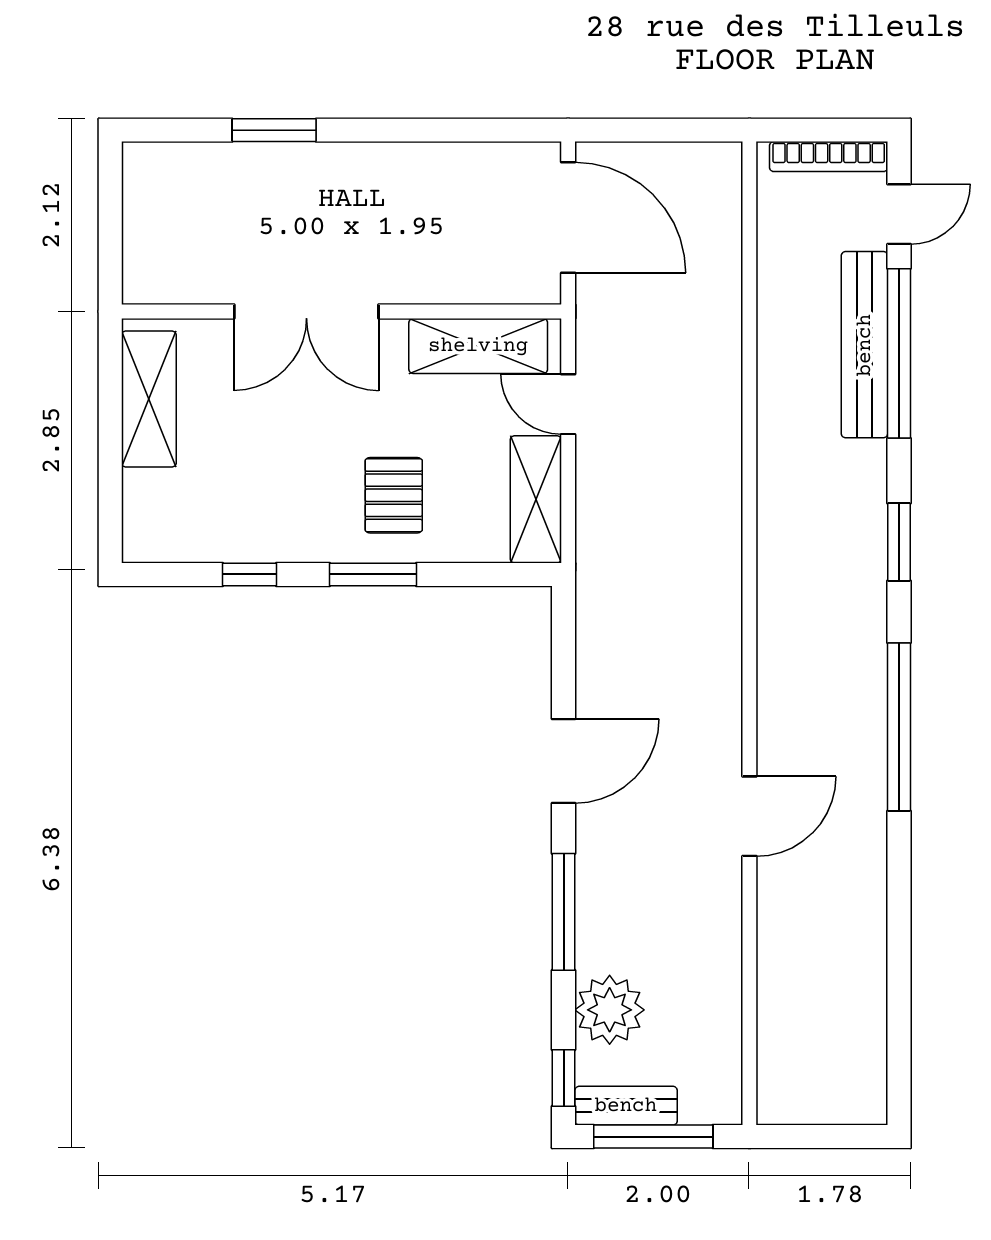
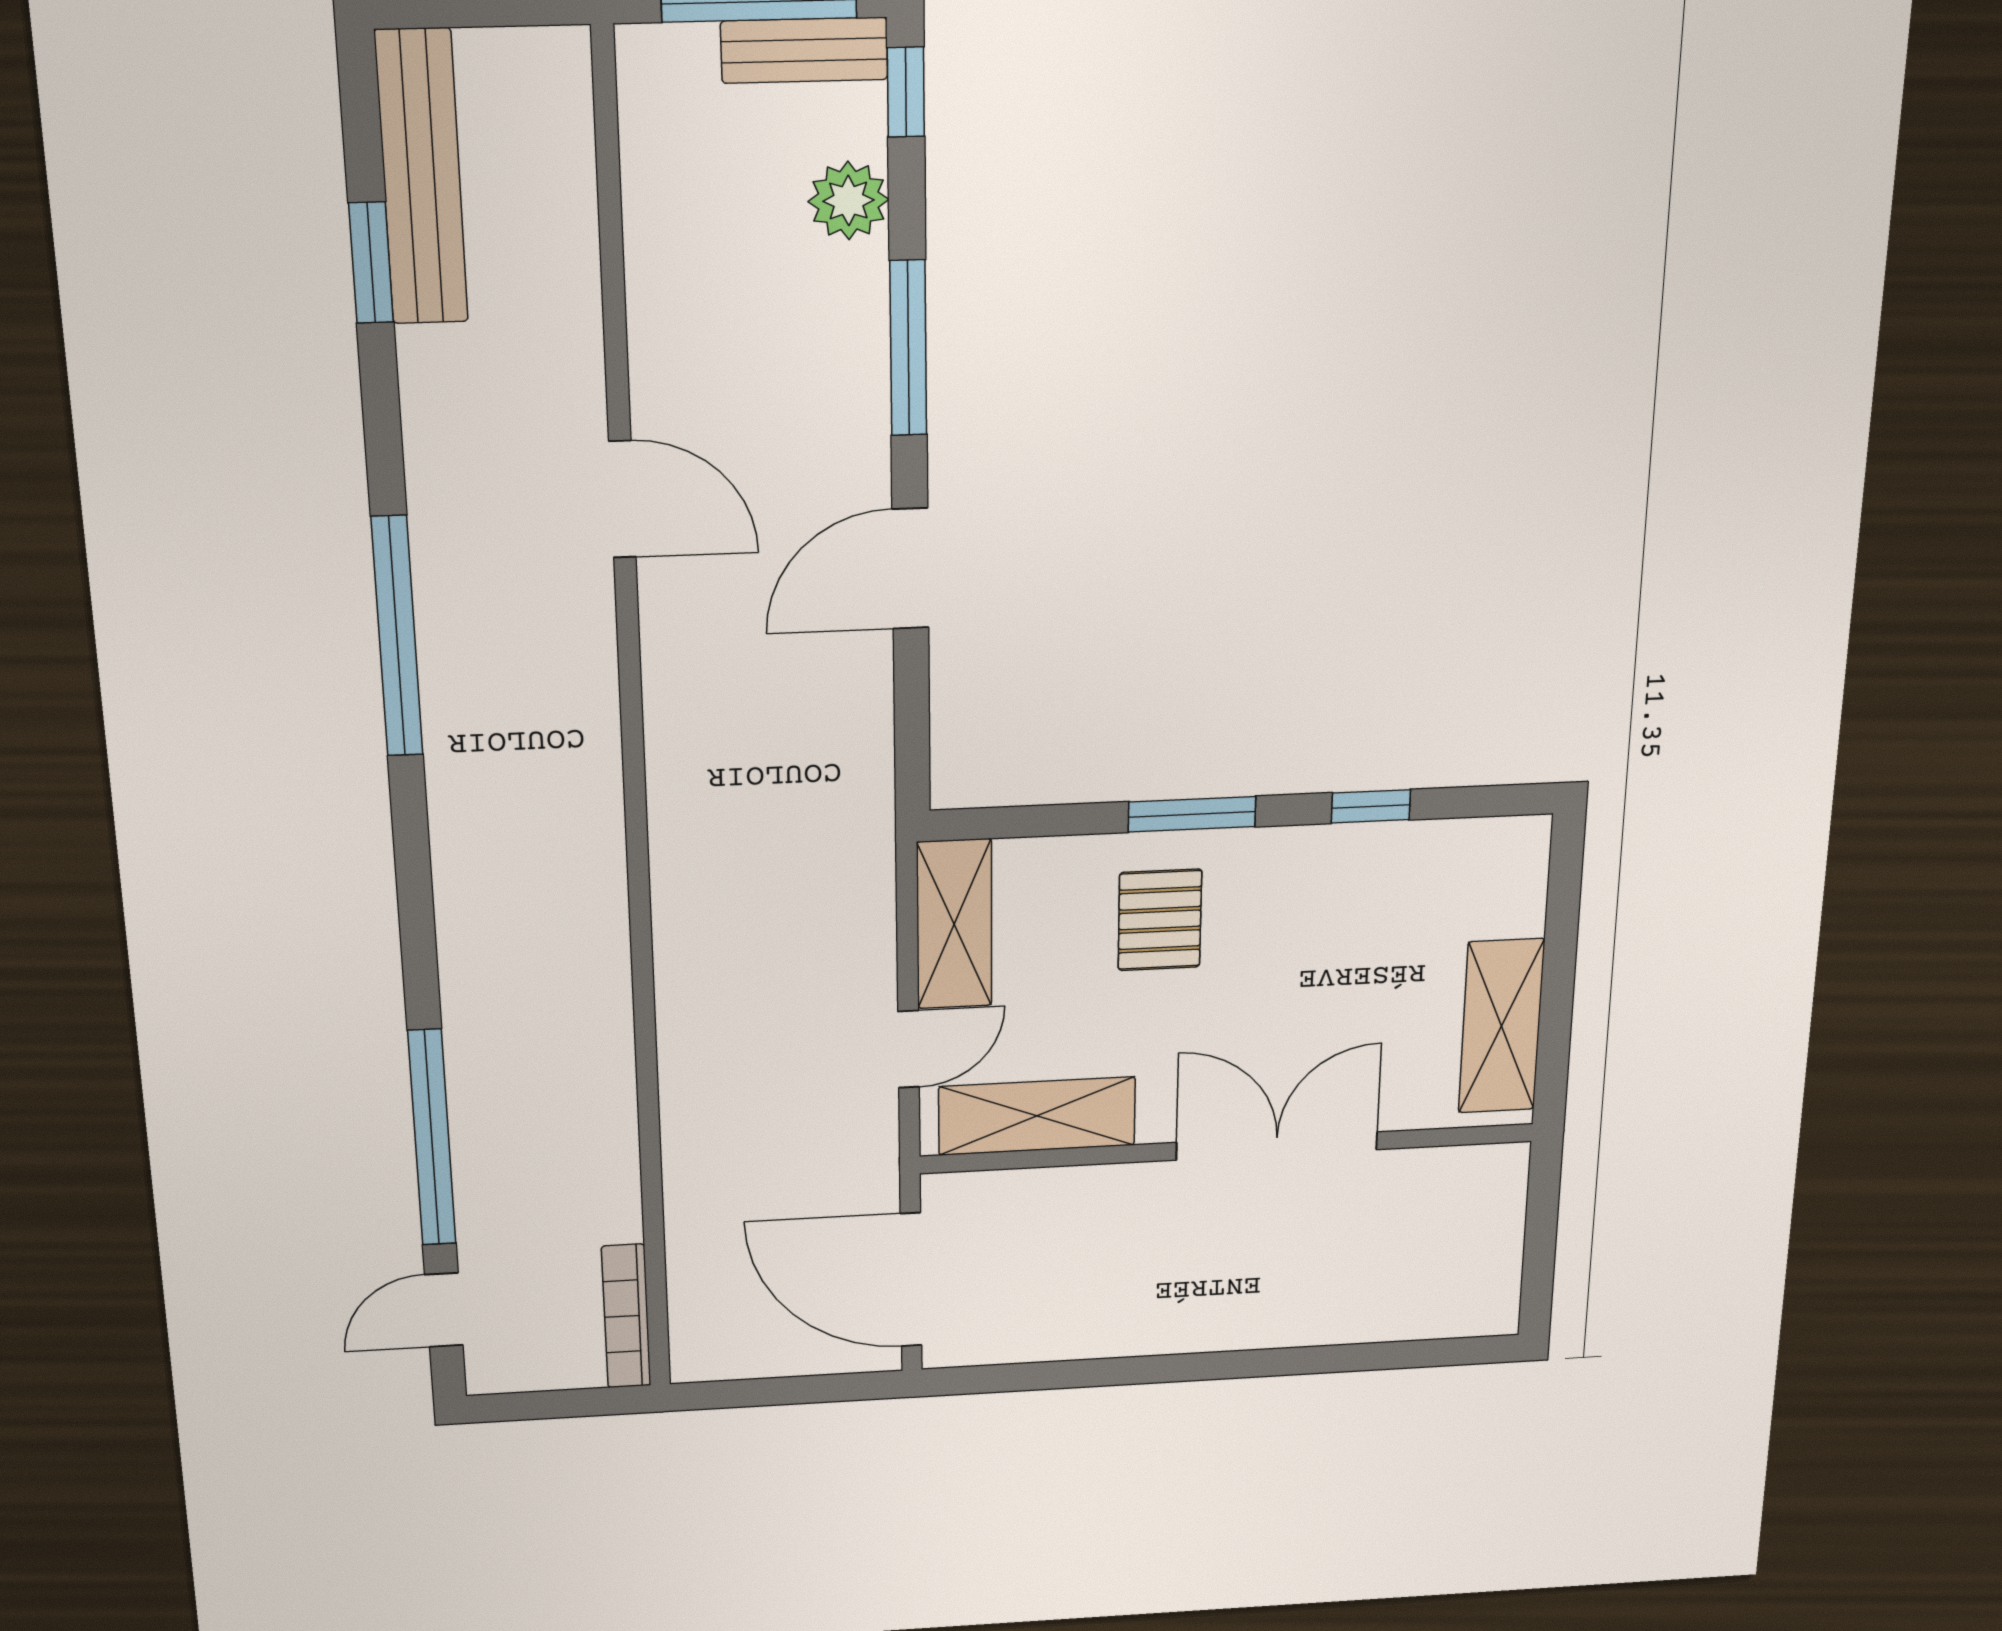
window: (274, 130) -> (1313, 1360), removed
bookcase: (829, 157) -> (626, 1316), moved, turned -90
bench: (865, 345) -> (422, 178), moved
door: (568, 404) -> (909, 1049), hinge flipped
window: (899, 542) -> (371, 263), moved
door: (749, 816) -> (622, 499), swing flipped
plant: (610, 1010) -> (848, 201), width x0.73, depth x0.73

